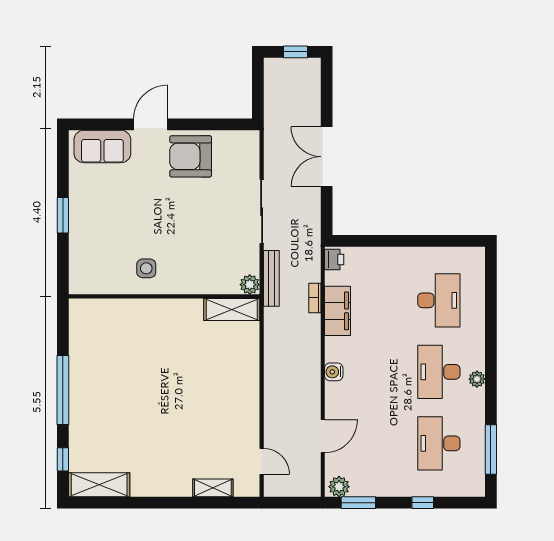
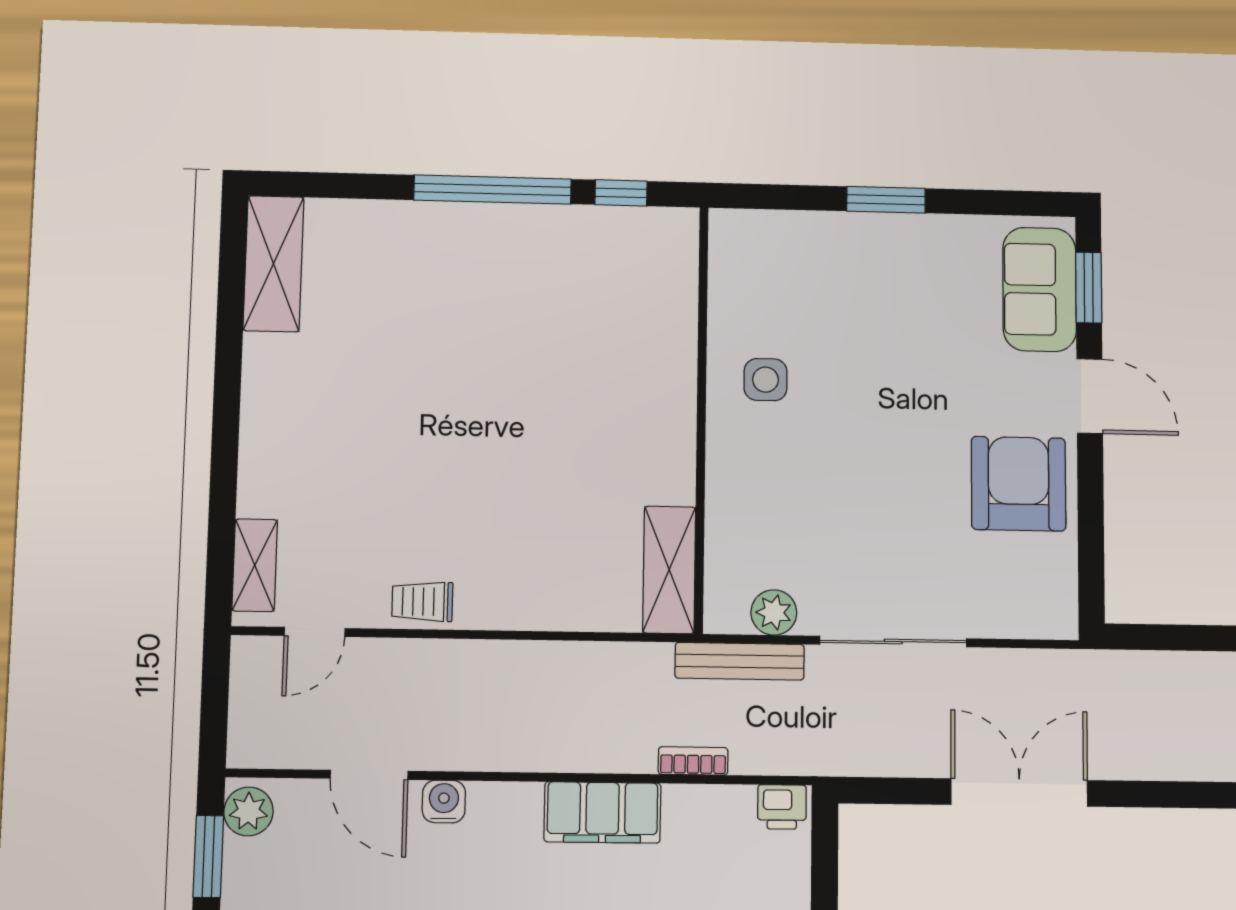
window: (101, 124) -> (1089, 288), added
plant: (250, 285) -> (774, 612), moved
filing cabinet: (338, 311) -> (602, 812), moved
water cooler: (334, 372) -> (444, 801), moved
trolley: (248, 416) -> (422, 602), added
window: (63, 459) -> (621, 193), moved
shelving: (213, 488) -> (255, 565), moved

